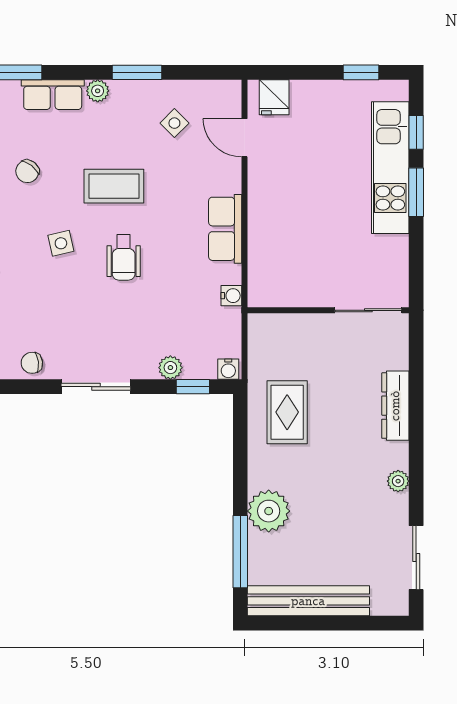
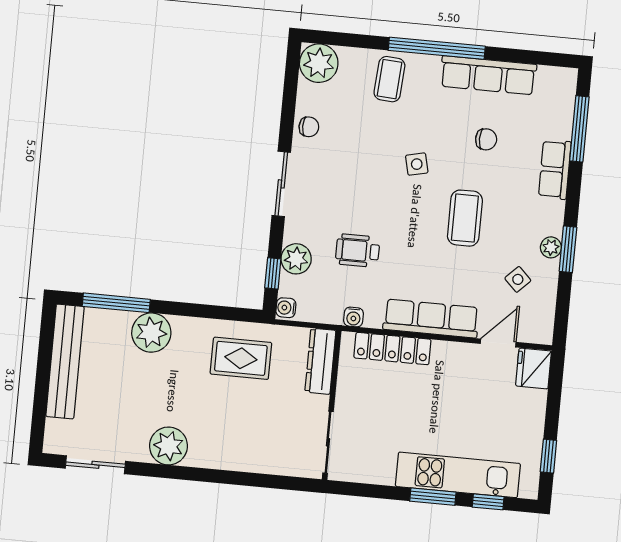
plant: (98, 91) -> (551, 247), moved
fridge: (274, 97) -> (534, 369), width x1.38
chair: (27, 171) -> (486, 139), turned 142
row of seats: (225, 229) -> (431, 319), width x1.48
locker: (261, 251) -> (392, 349), added
wheelchair: (124, 257) -> (358, 251), moved
chair: (32, 363) -> (309, 127), turned 97
plant: (170, 368) -> (296, 259), width x1.38, depth x1.38
dresser: (395, 406) -> (320, 361), moved, turned -90
plant: (398, 481) -> (168, 446), width x1.88, depth x1.88

